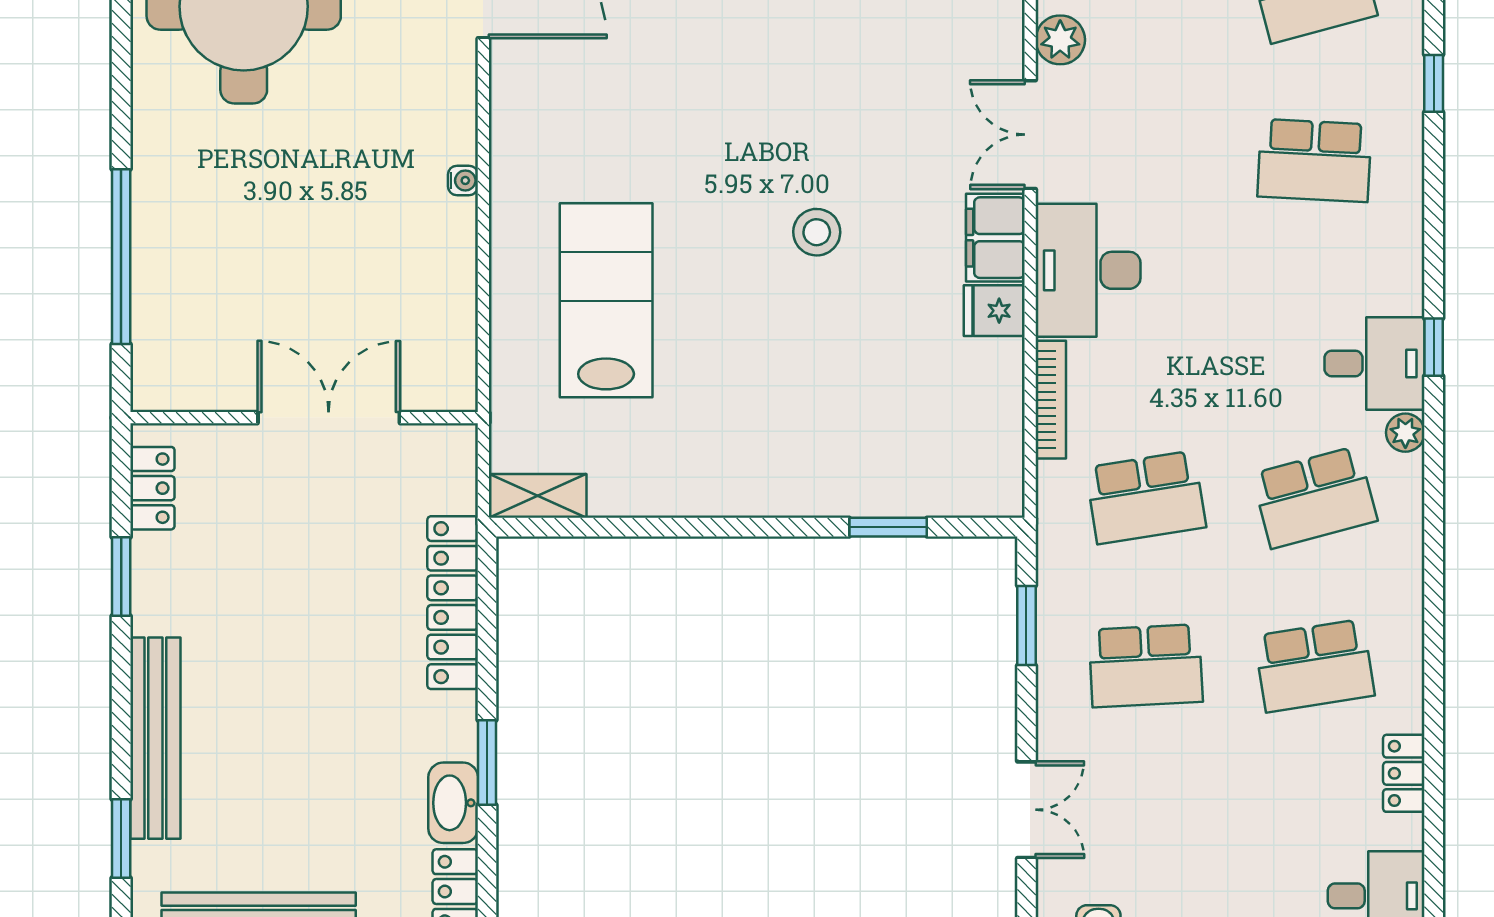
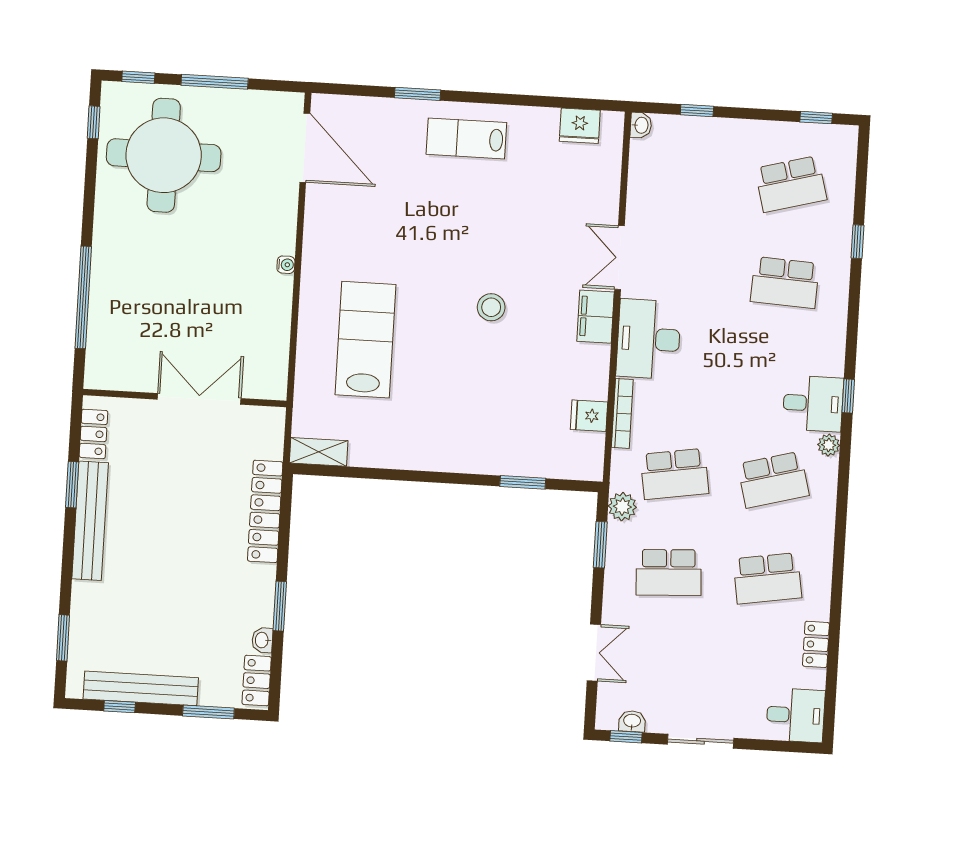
plant: (1060, 40) -> (622, 507), moved
fridge: (994, 311) -> (589, 416), moved
bench: (155, 738) -> (90, 521), moved
washbasin: (453, 803) -> (262, 640), width x0.52, depth x0.69

